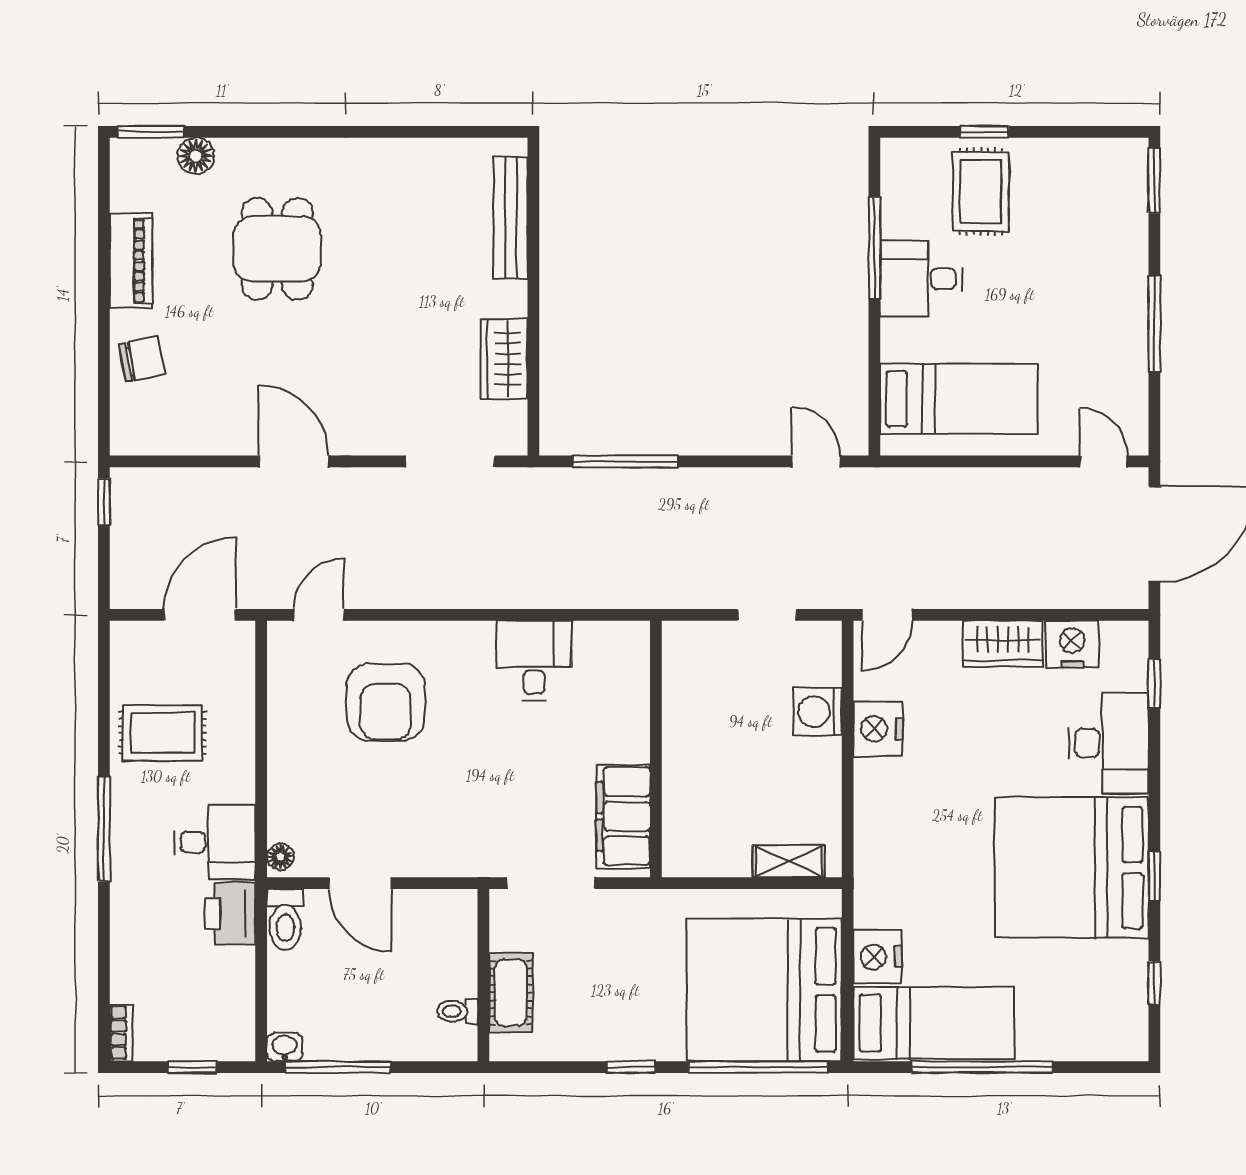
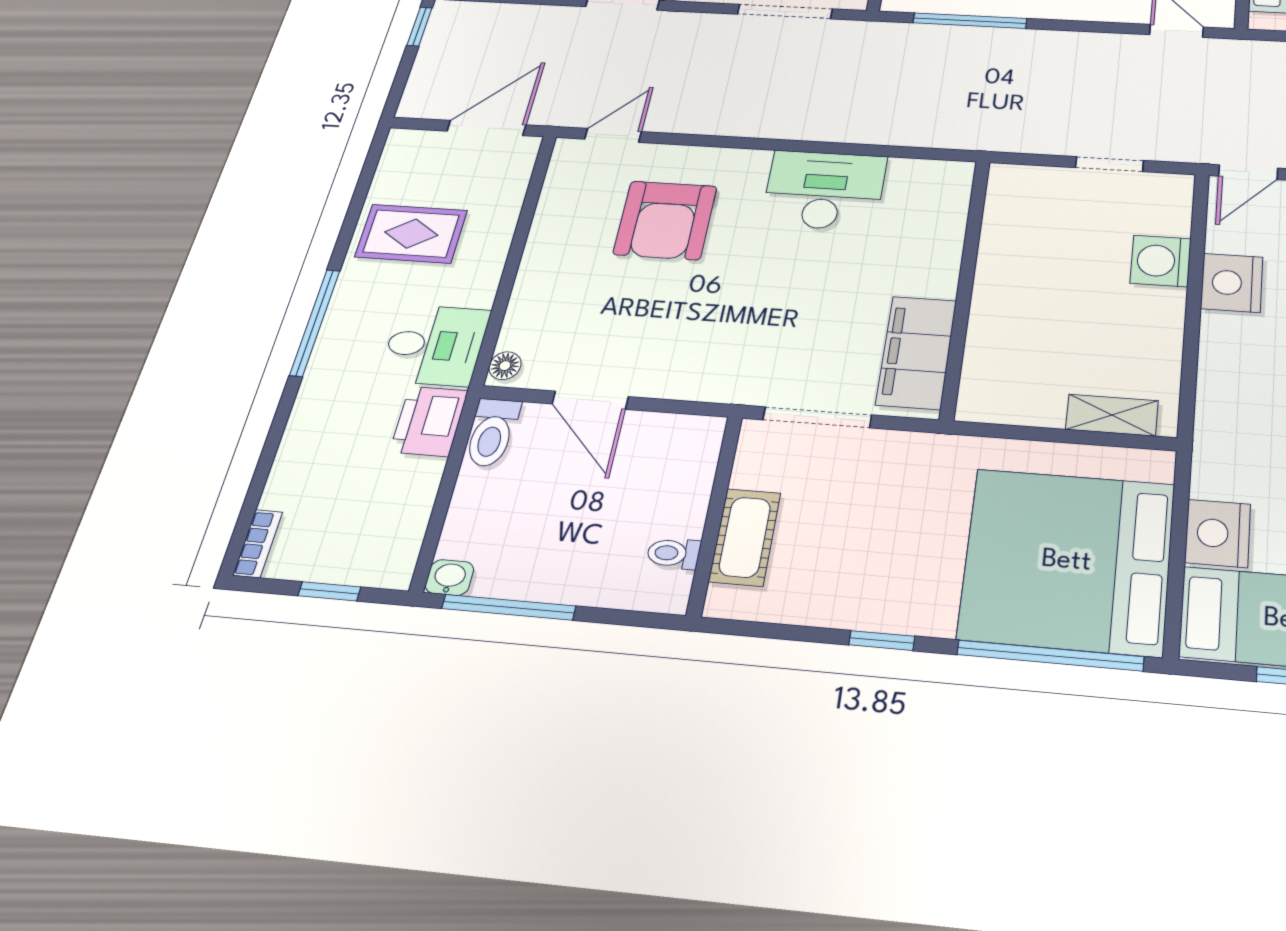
desk: (534, 661) -> (824, 190), width x1.37

